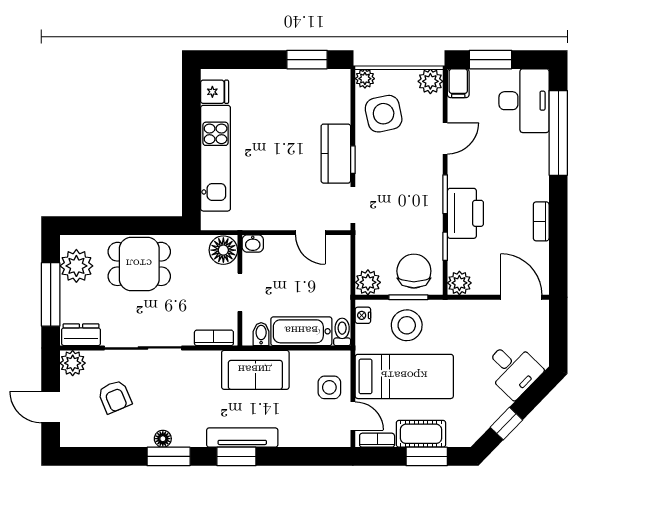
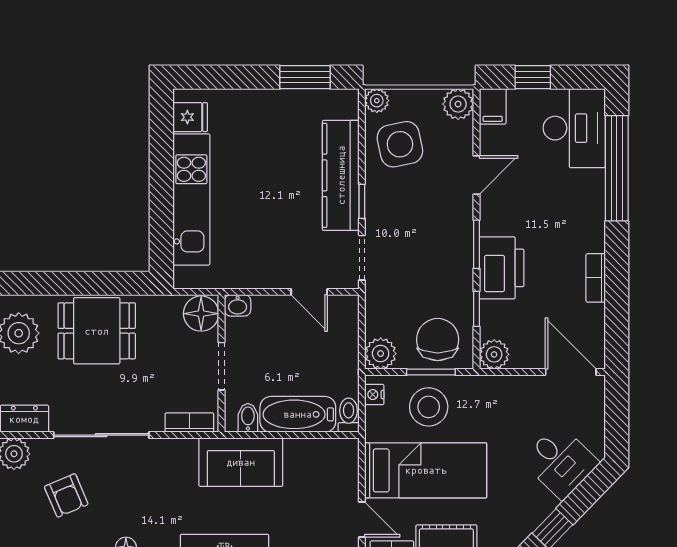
window: (491, 60) -> (533, 77), width x0.67
kitchen counter: (336, 154) -> (341, 175), width x1.50
side table: (329, 387) -> (333, 484), removed

